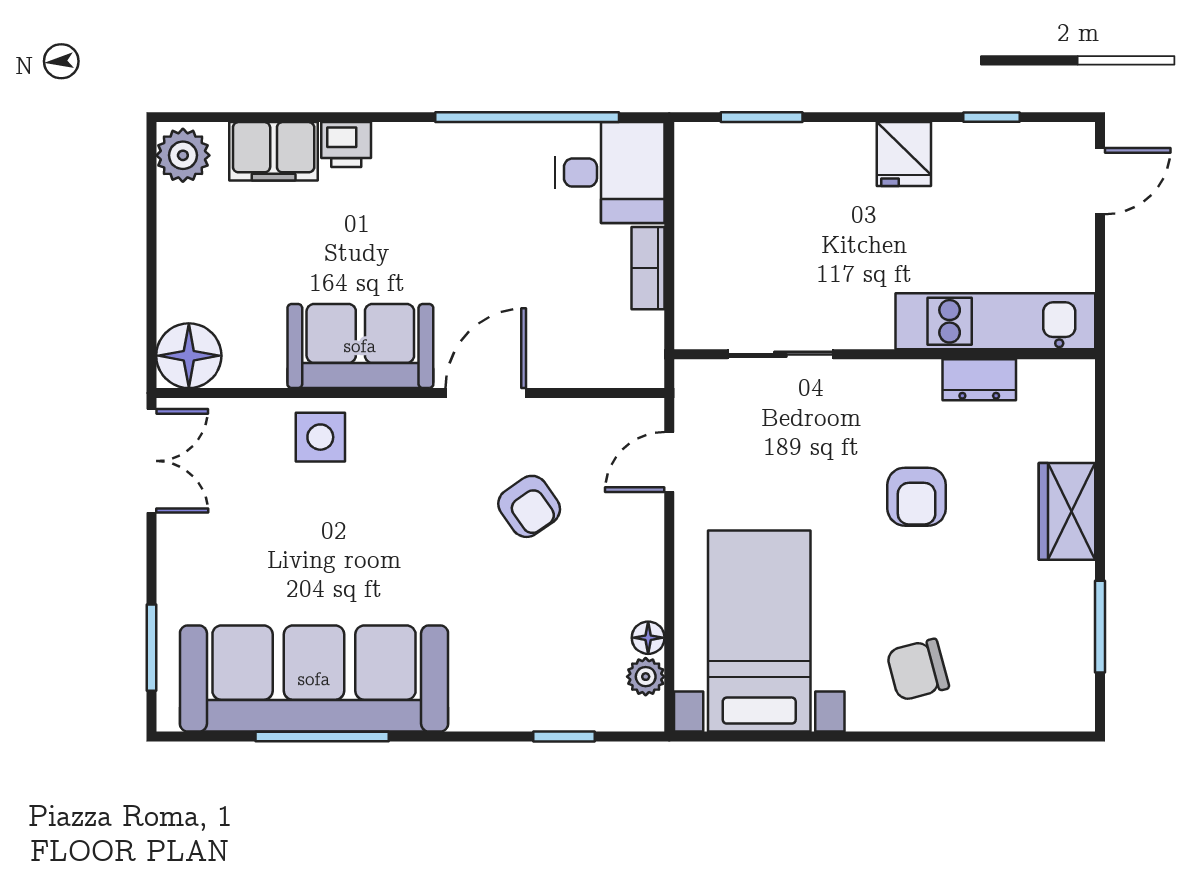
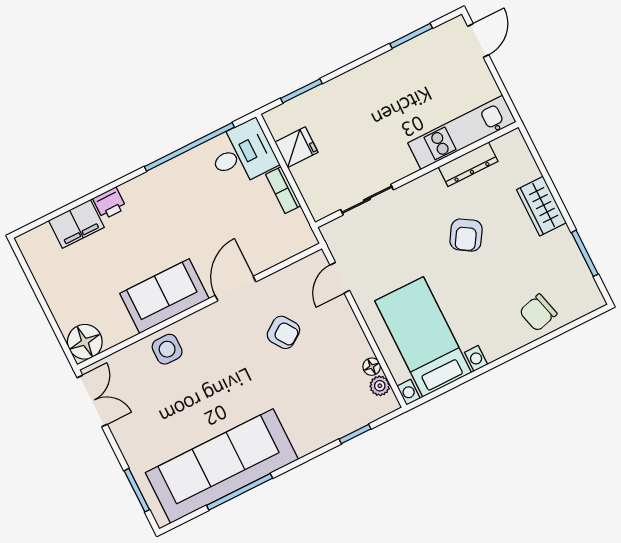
window: (991, 117) -> (411, 36), width x1.50
fridge: (904, 154) -> (296, 147), moved, turned -90
plant: (183, 155) -> (34, 247), removed
dresser: (979, 380) -> (468, 164), width x1.44
armchair: (917, 497) -> (466, 235), turned 32
chair: (918, 670) -> (538, 313), moved

